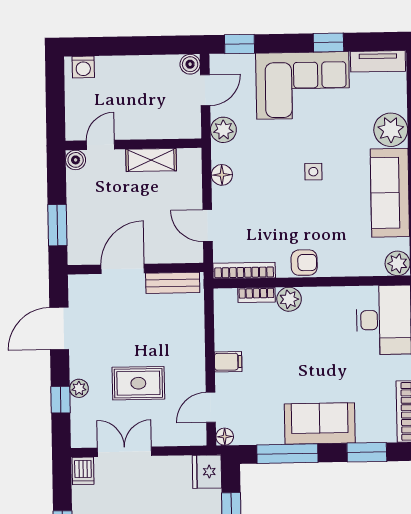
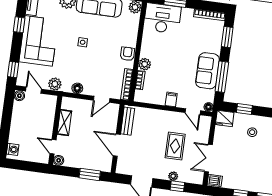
sofa: (320, 423) -> (207, 71), moved

